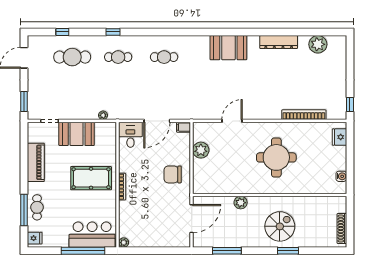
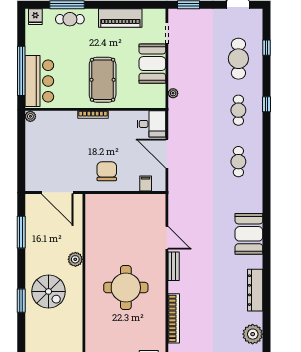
bench: (257, 115) -> (174, 266), added
filing cabinet: (184, 127) -> (146, 184), moved
plant: (201, 150) -> (134, 203), removed
plant: (241, 203) -> (75, 259), moved

